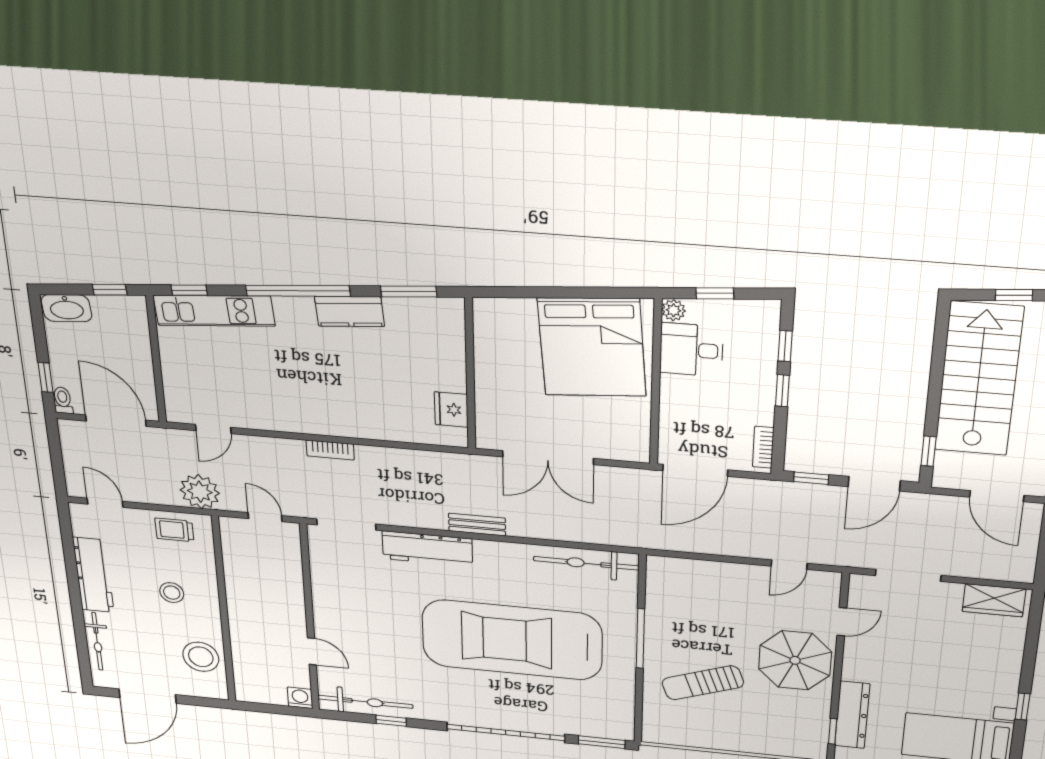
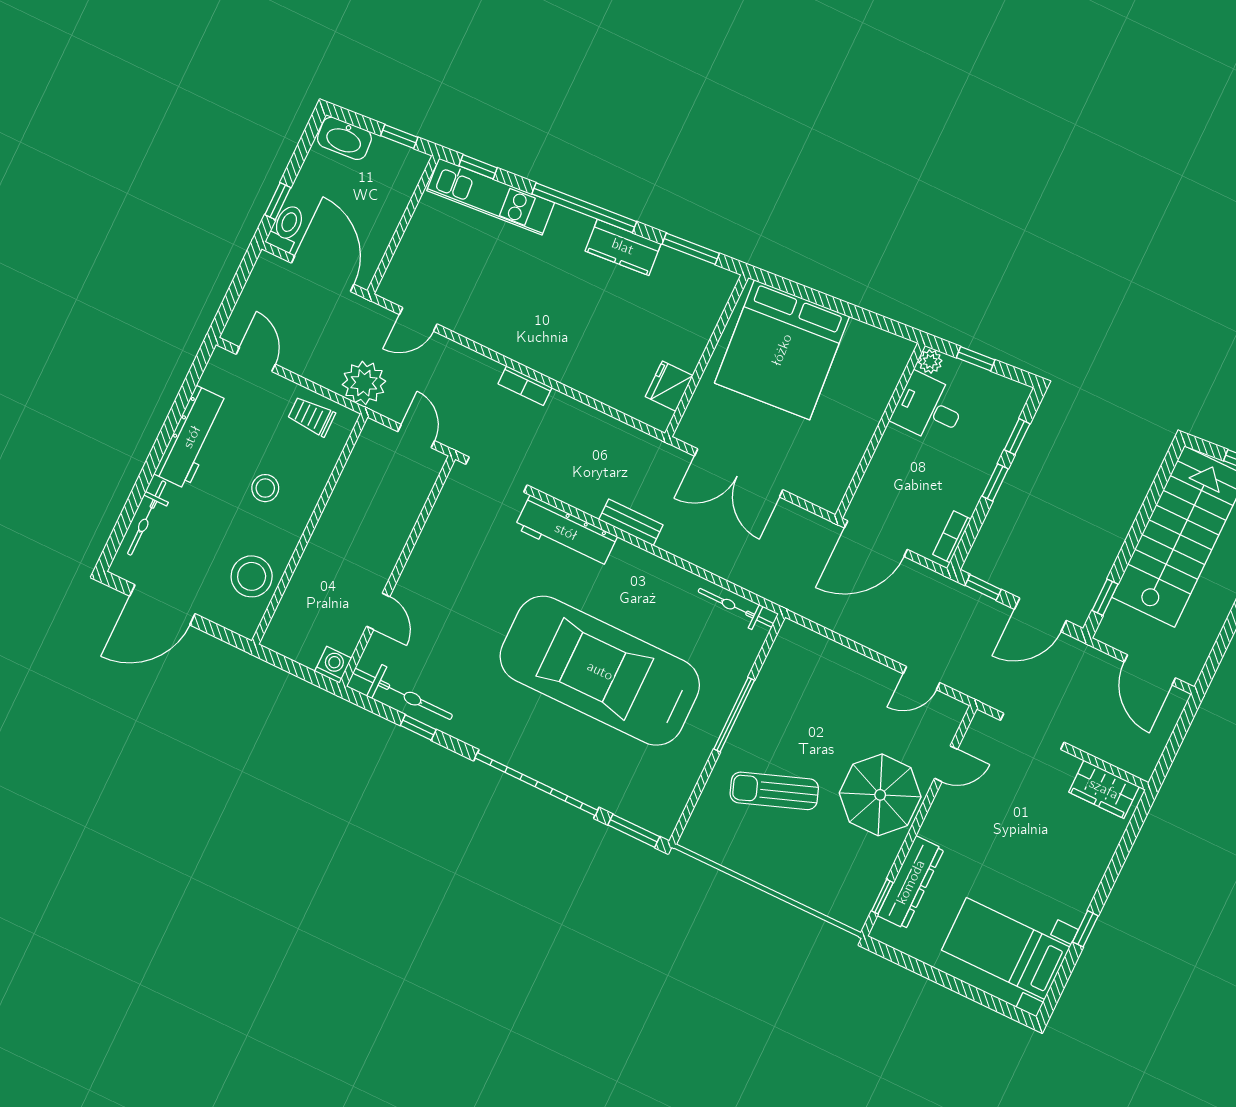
bed: (592, 347) -> (782, 350), moved
toilet: (63, 400) -> (286, 228), width x1.37, depth x1.39
bicycle: (586, 563) -> (736, 608), width x0.73, depth x0.71

